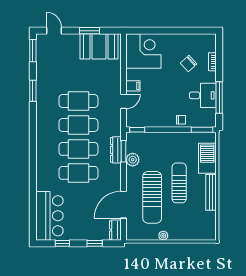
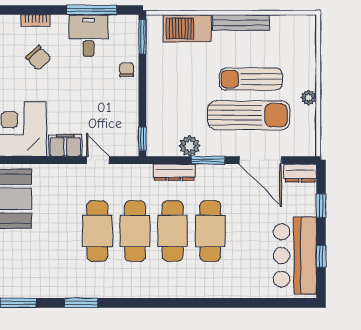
filing cabinet: (133, 86) -> (65, 145), width x2.00
window: (124, 151) -> (208, 160), moved
sun lounger: (179, 183) -> (251, 79), moved
bar counter: (49, 216) -> (295, 255), moved, turned -90

